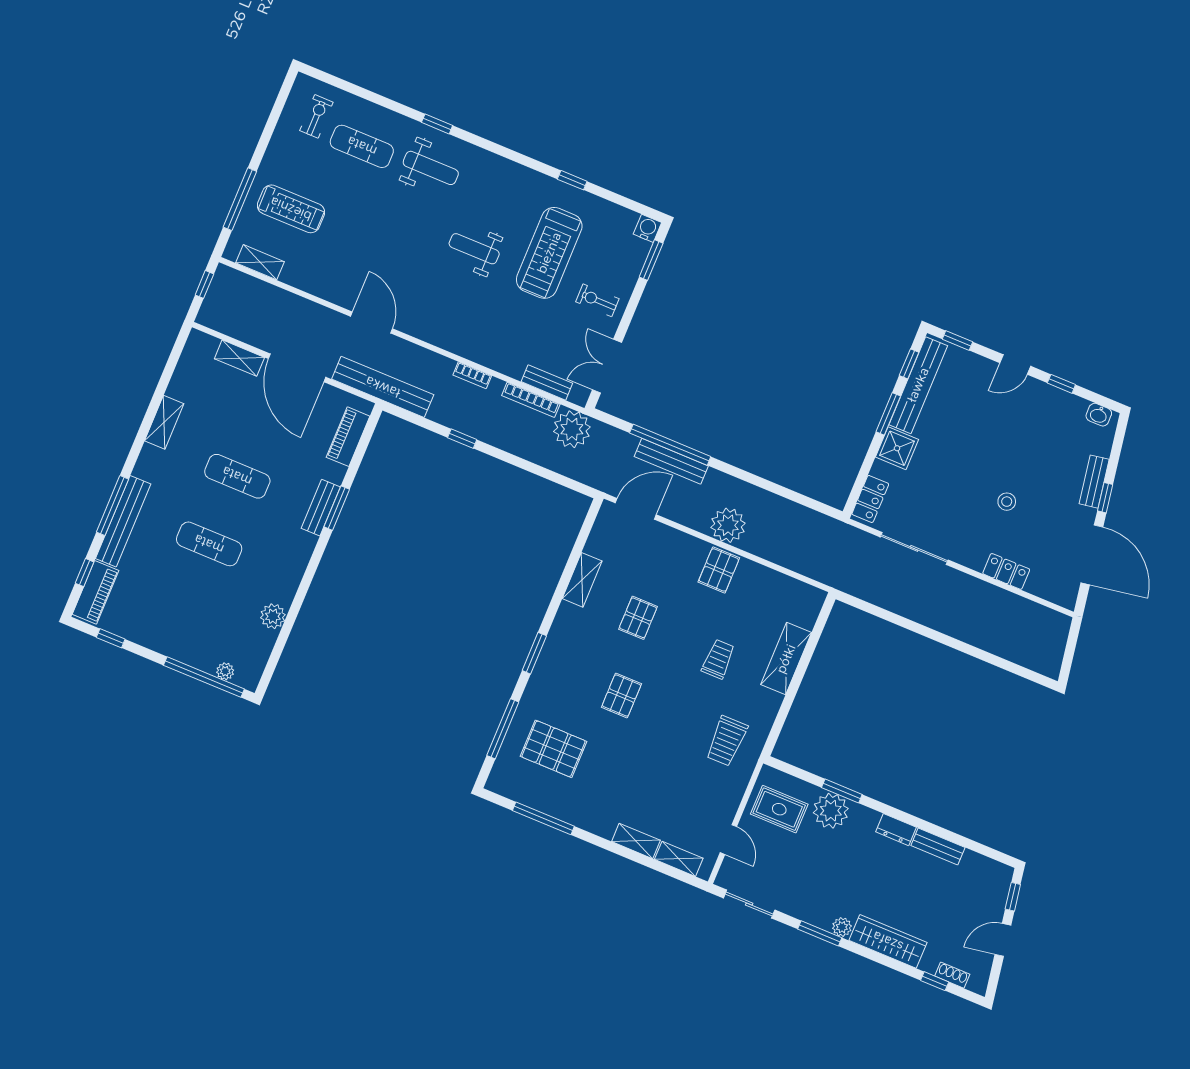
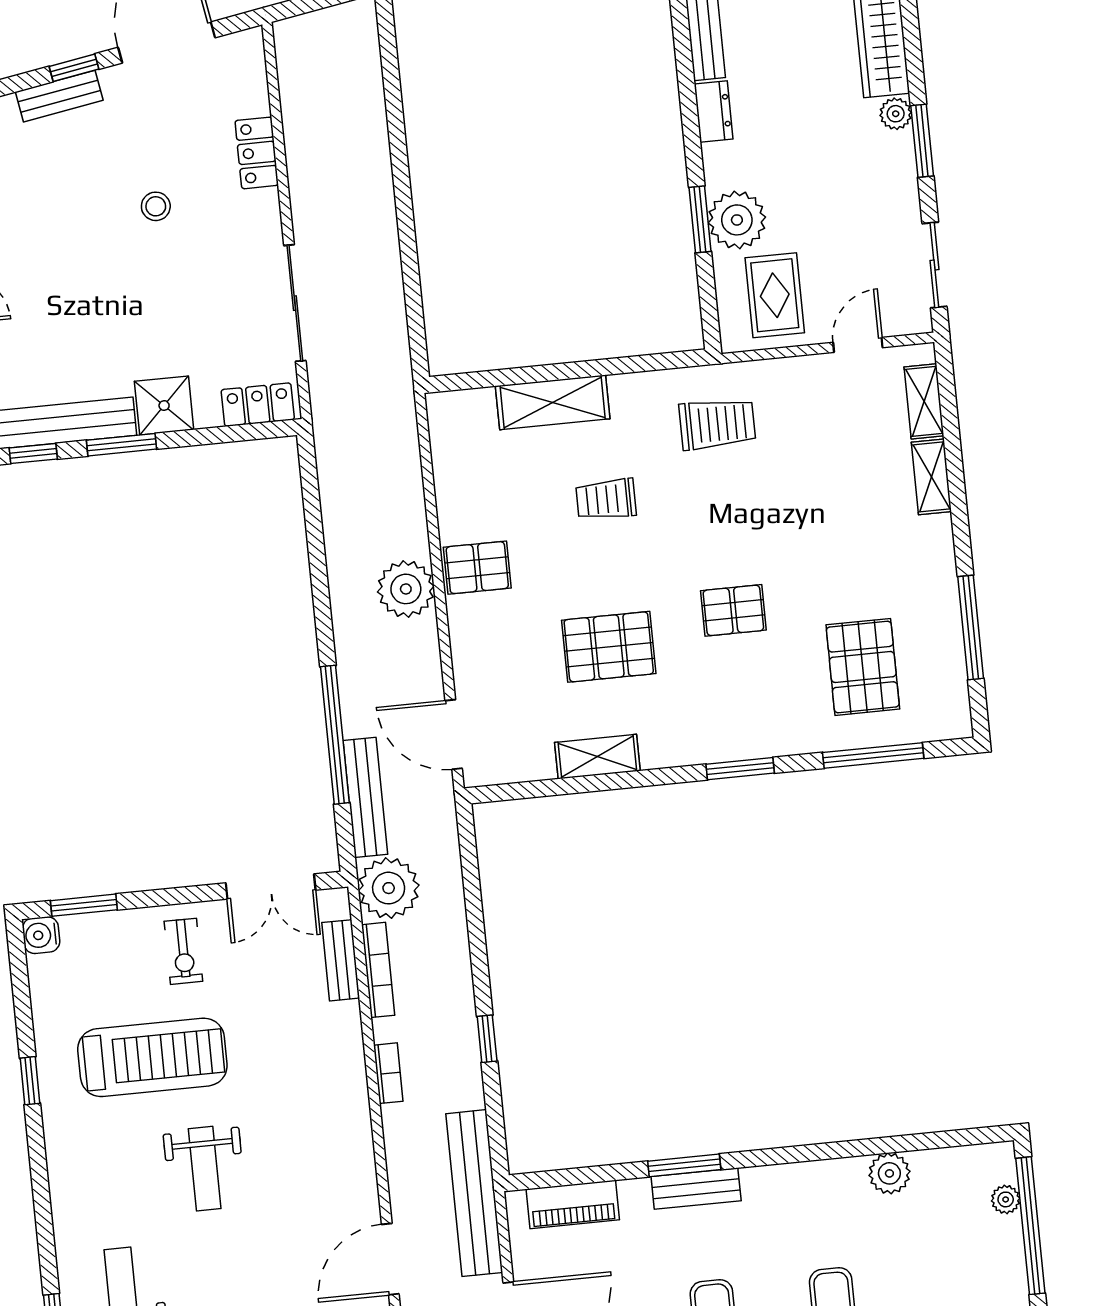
bench: (671, 461) -> (365, 797), moved
pallet: (638, 618) -> (609, 647), width x1.50, depth x1.42

